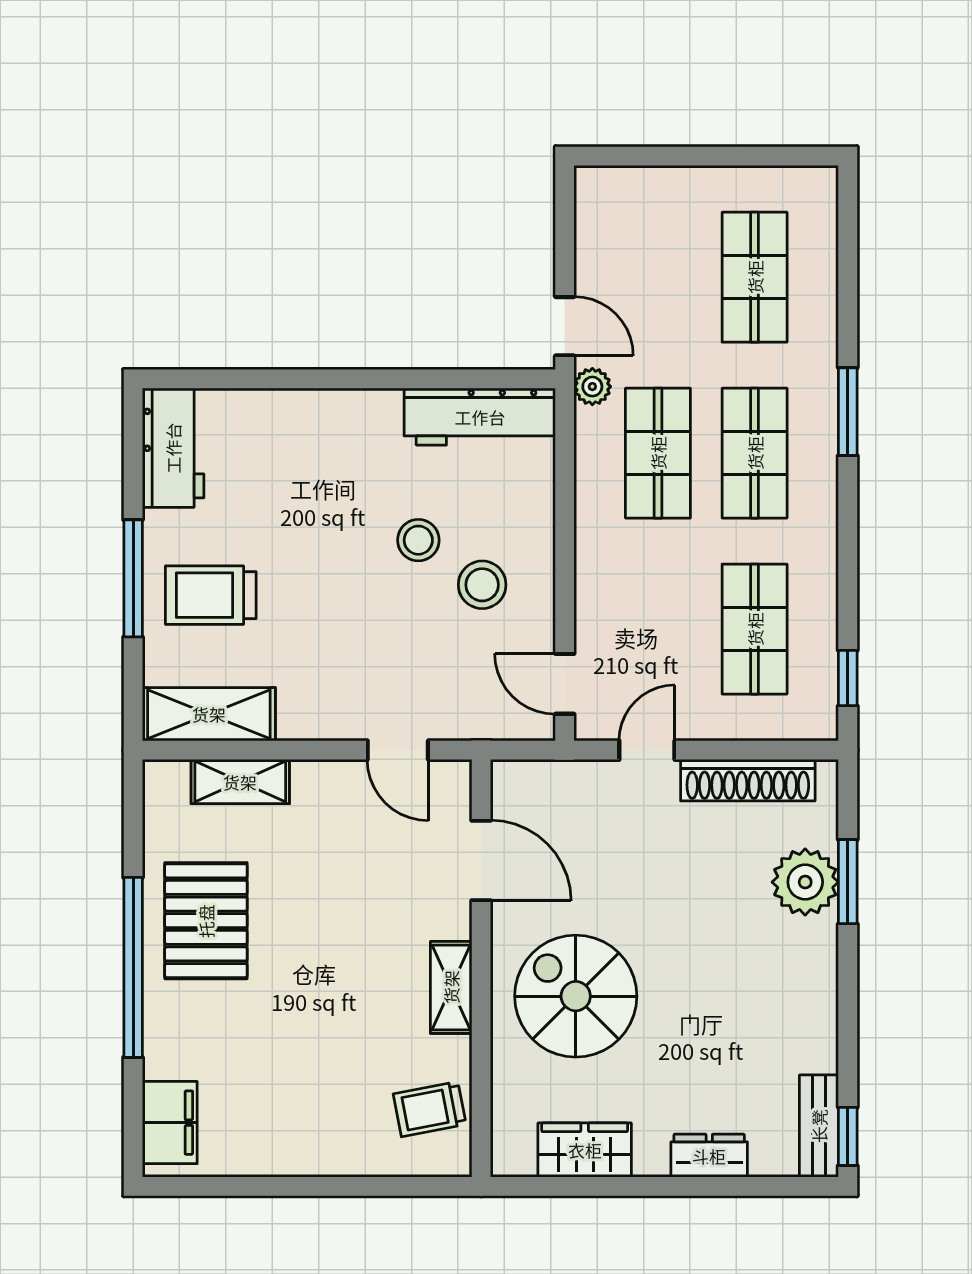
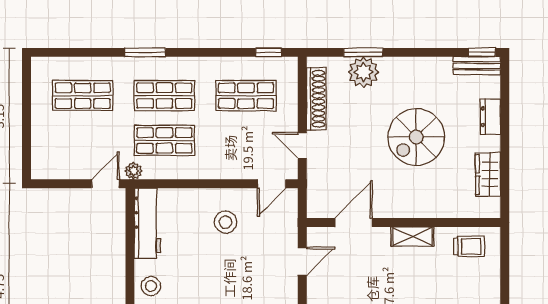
stool: (418, 540) -> (151, 286), moved
spiral stairs: (576, 996) -> (416, 137), moved
trolley: (430, 1109) -> (469, 246), turned -79

